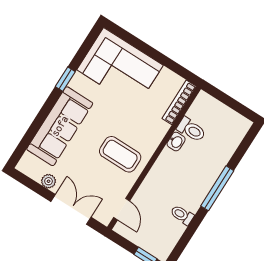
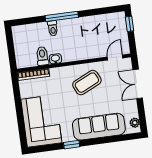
coffee table: (120, 154) -> (87, 83), turned 65
plant: (49, 181) -> (135, 123), moved
toilet: (182, 215) -> (53, 28), moved

